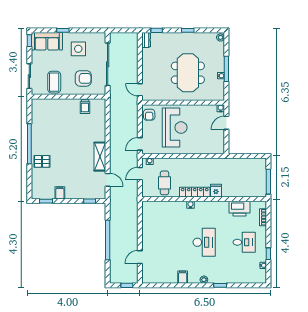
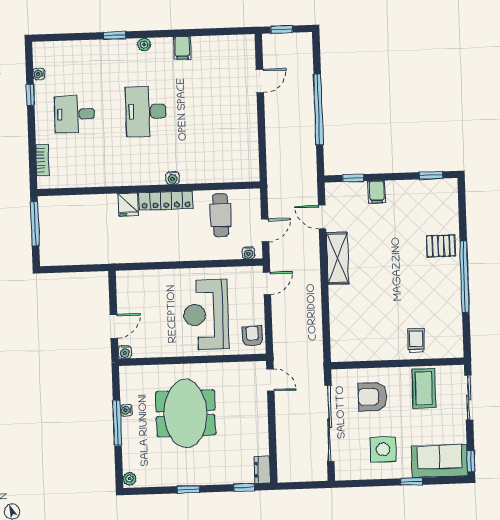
trolley: (85, 107) -> (416, 341), moved
filing cabinet: (60, 193) -> (377, 192), moved
printer: (239, 209) -> (85, 174), removed

